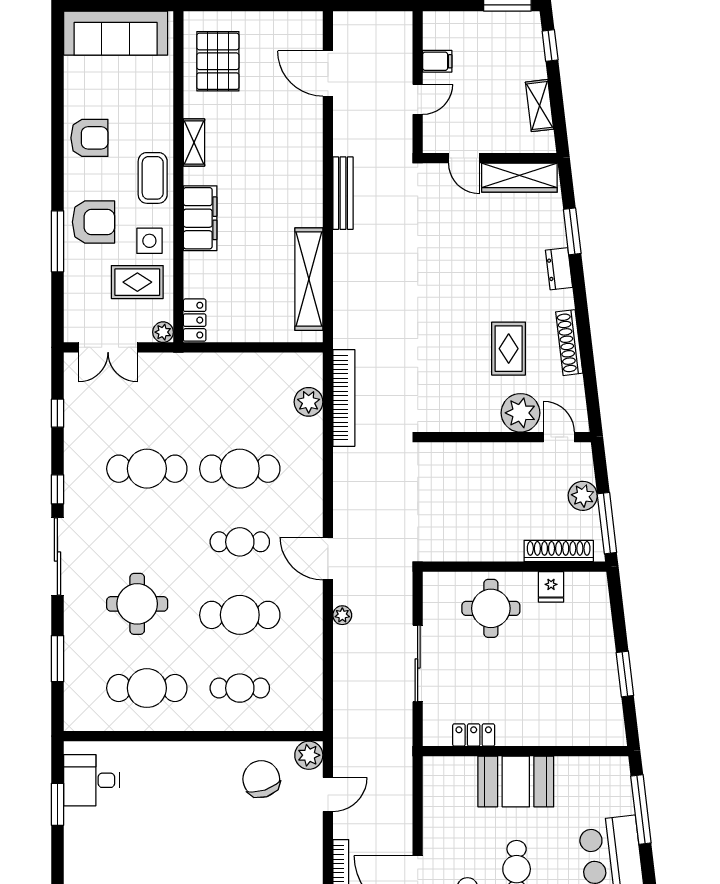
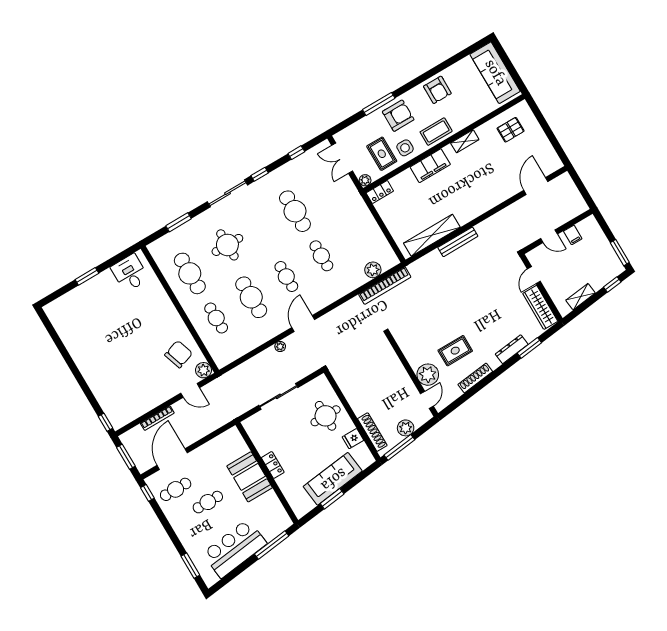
pallet: (218, 61) -> (511, 130), width x0.67, depth x0.71
bench: (343, 193) -> (458, 242), moved
armchair: (93, 222) -> (398, 116), turned -90
dresser: (559, 269) -> (512, 349), width x1.44
cafe table: (240, 469) -> (321, 256), width x0.73, depth x0.74
sofa: (595, 655) -> (333, 479), added
locker: (474, 735) -> (273, 465), moved
window: (57, 804) -> (87, 276), moved

